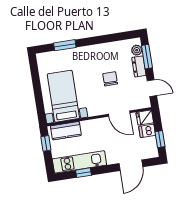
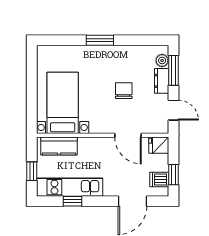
window: (65, 45) -> (100, 40), moved
dishwasher: (147, 131) -> (159, 179), moved
window: (46, 143) -> (32, 171), moved

